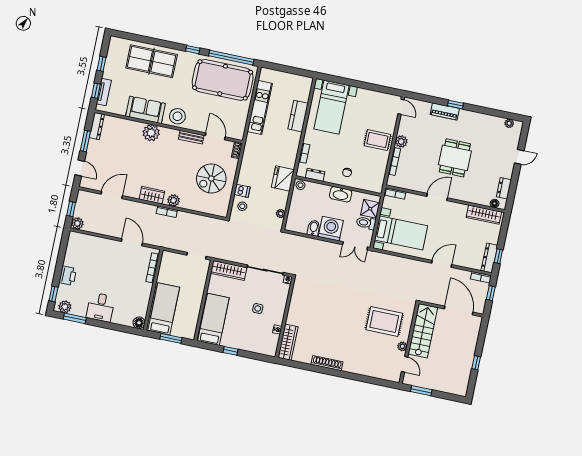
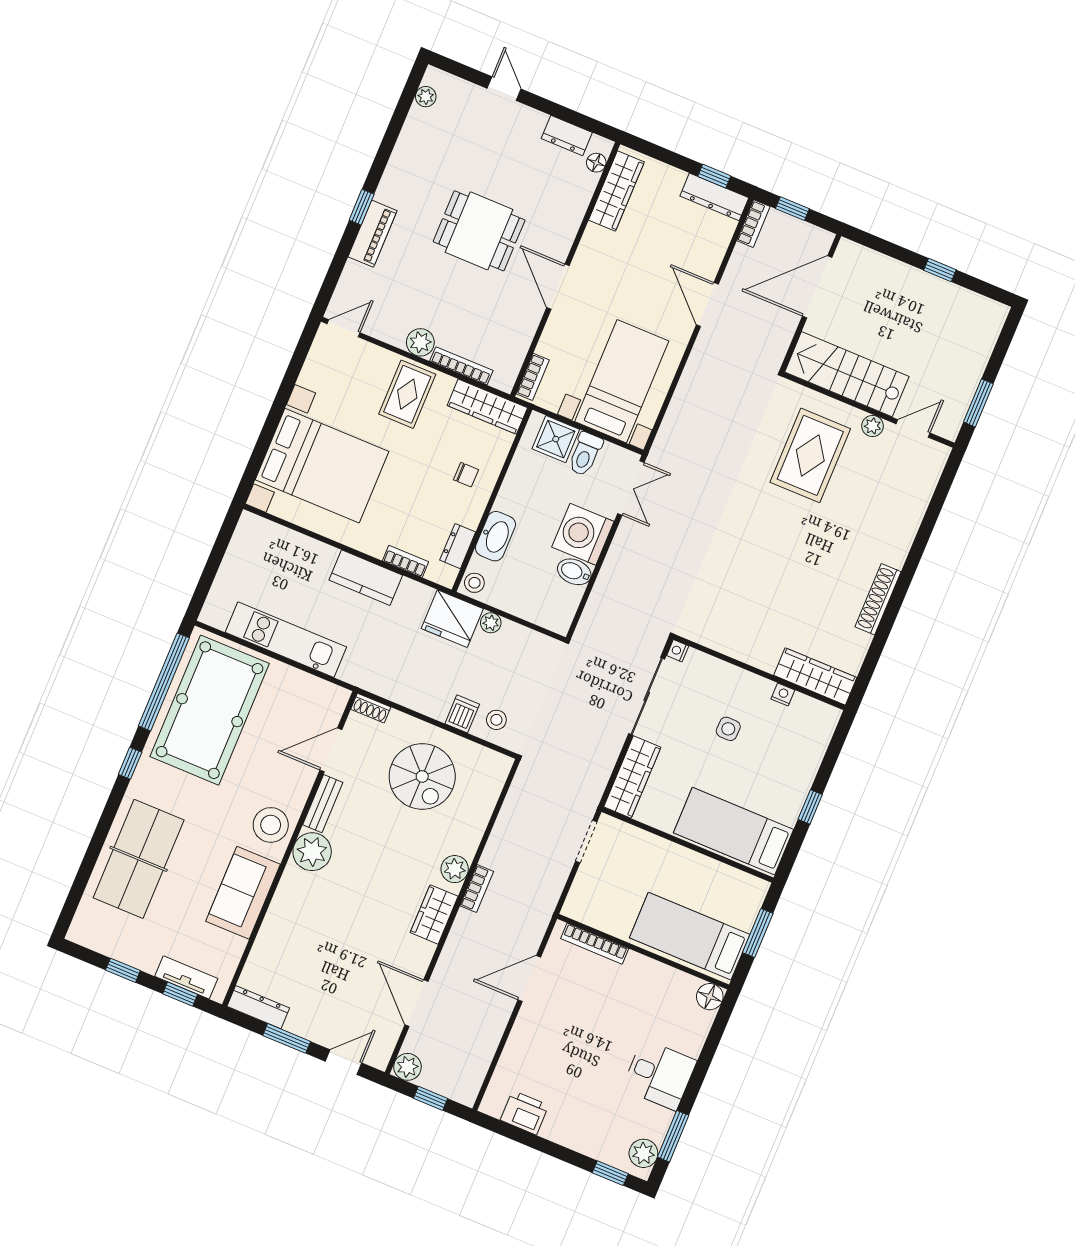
bed with nightstands: (331, 107) -> (322, 466), width x1.36
kitchen counter: (298, 116) -> (366, 578), moved
plant: (151, 133) -> (312, 852), moved
wardrobe: (379, 176) -> (487, 407), added
washbasin: (341, 194) -> (495, 536), moved
plant: (281, 214) -> (491, 623), moved
plant: (77, 223) -> (407, 1067), moved
printer: (68, 276) -> (524, 1113), moved

